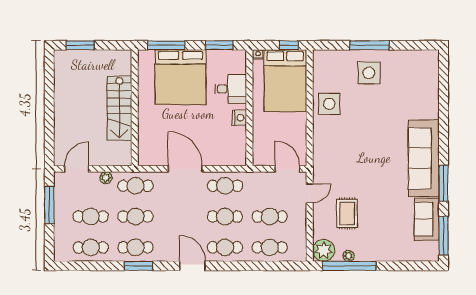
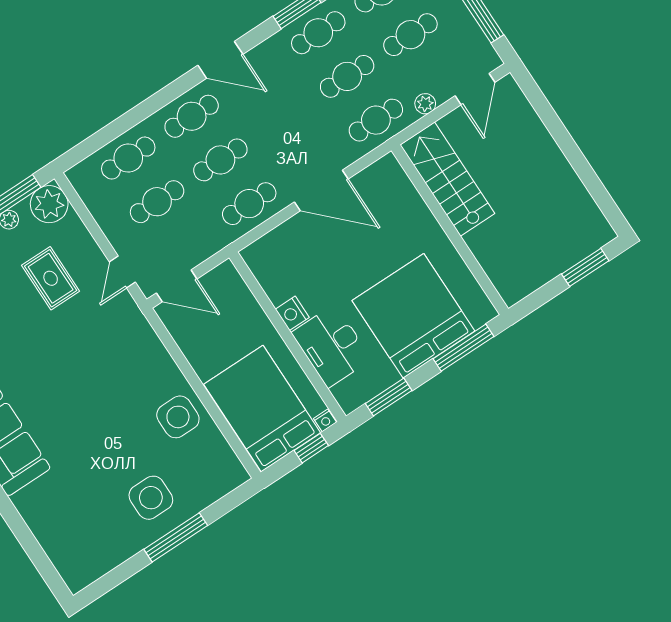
window: (289, 45) -> (311, 448), moved
desk: (231, 89) -> (331, 346), width x1.37
stairs: (119, 108) -> (447, 179), moved

